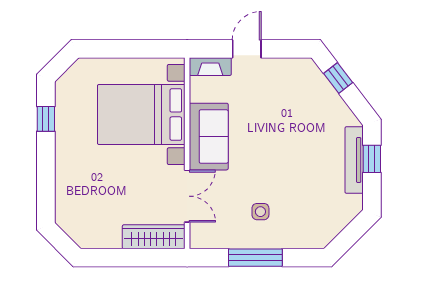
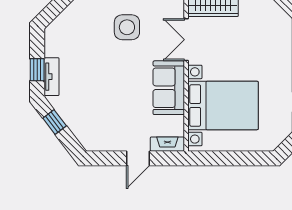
window: (338, 78) -> (55, 122), moved
tv unit: (354, 160) -> (52, 77), width x0.71
side table: (260, 212) -> (127, 27), width x1.87, depth x1.87

